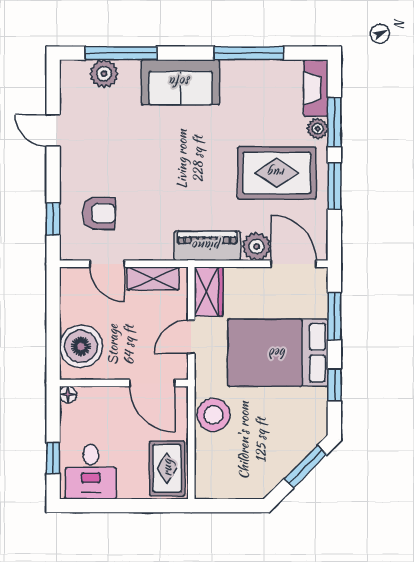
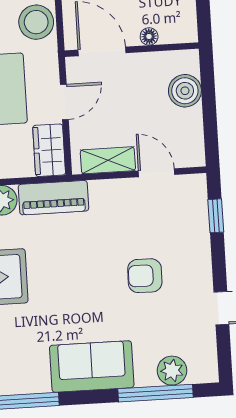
armchair: (99, 213) -> (145, 276), moved
boiler: (81, 346) -> (185, 91), width x0.73, depth x0.73
floor lamp: (68, 395) -> (149, 36), moved

